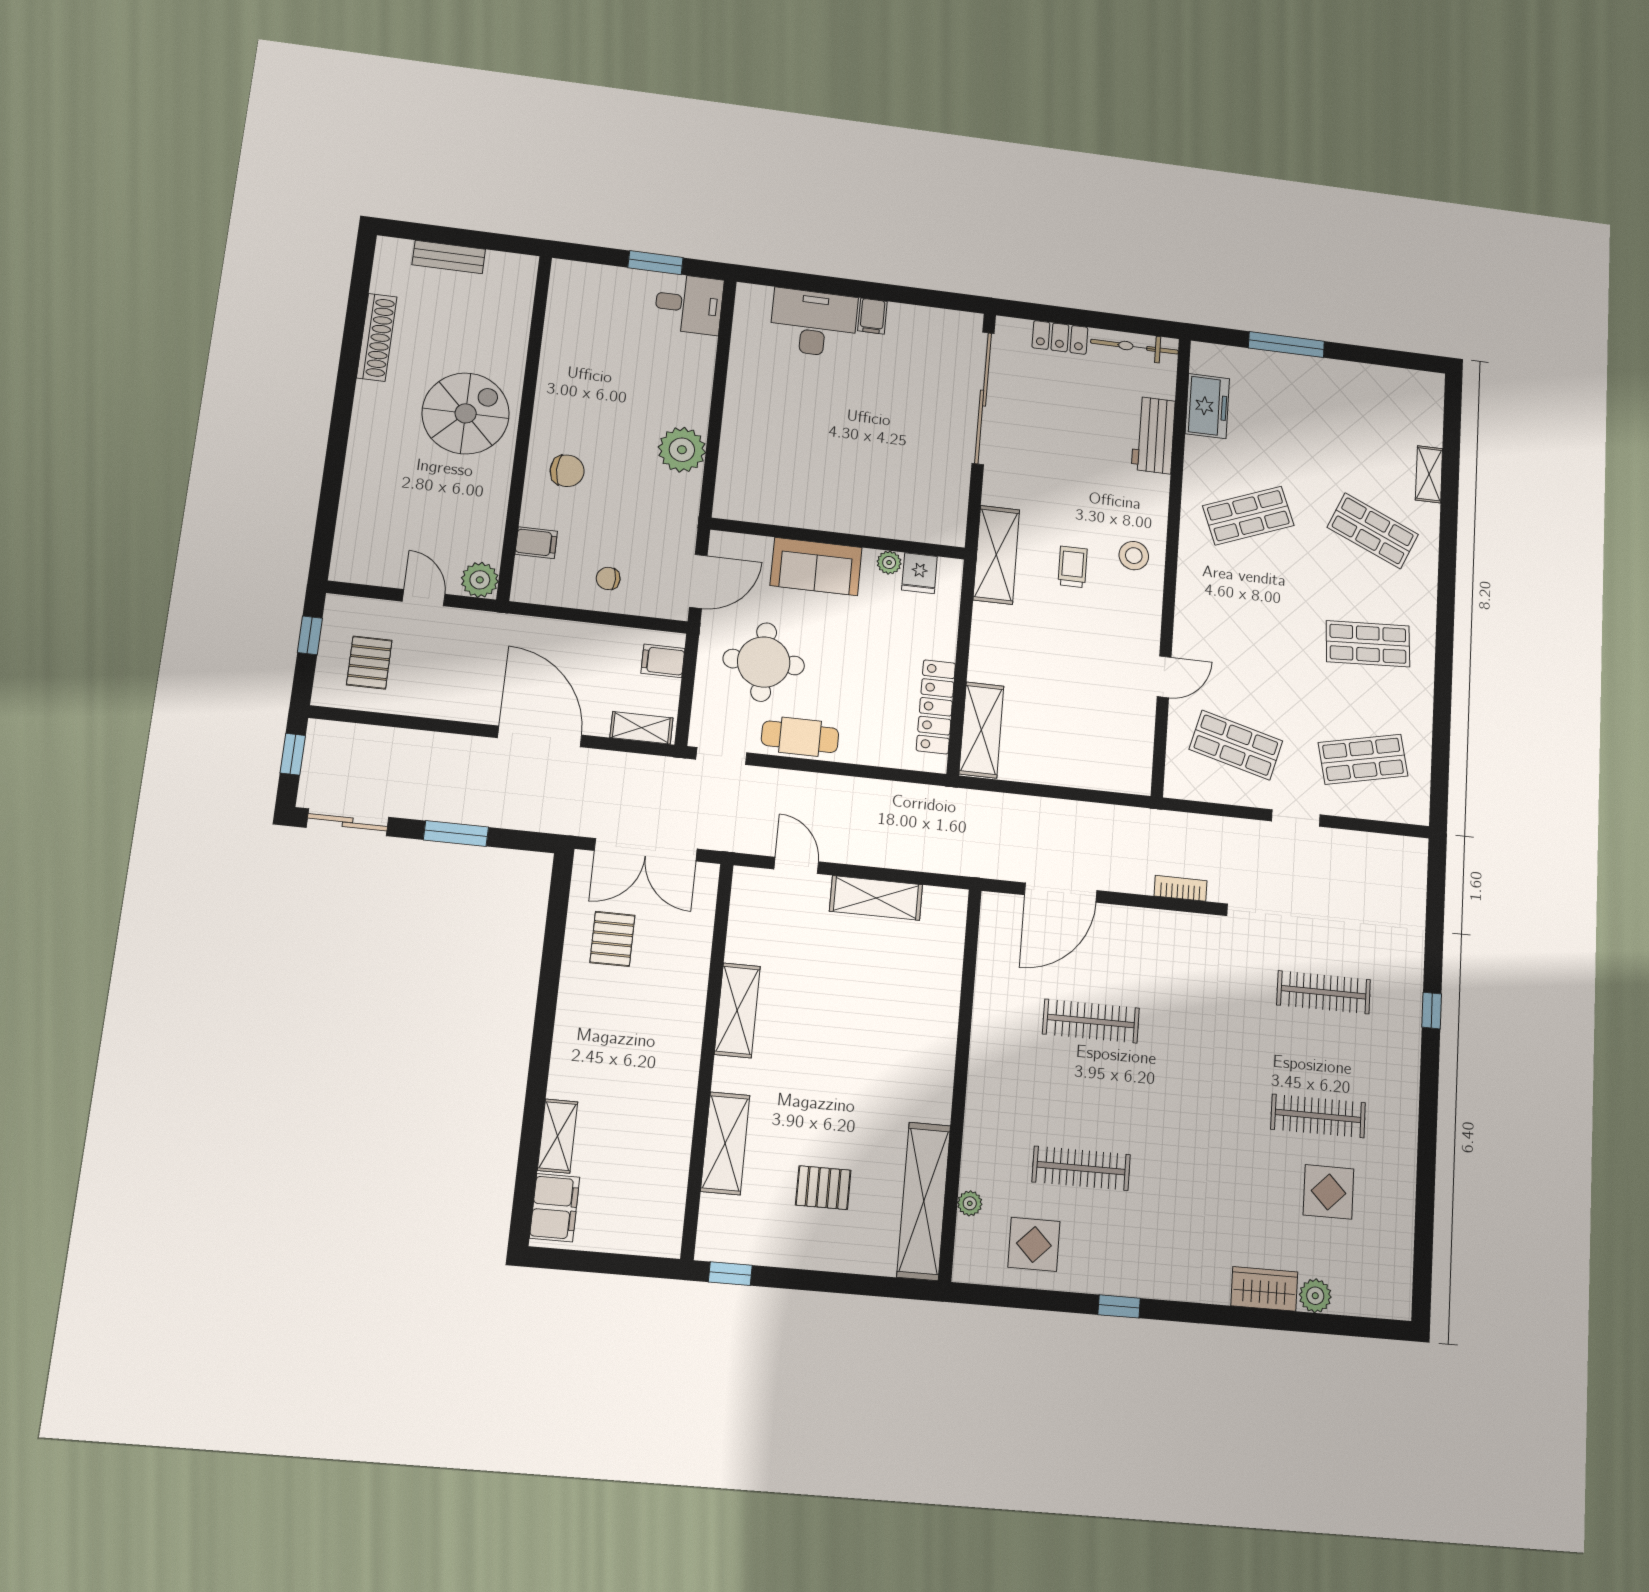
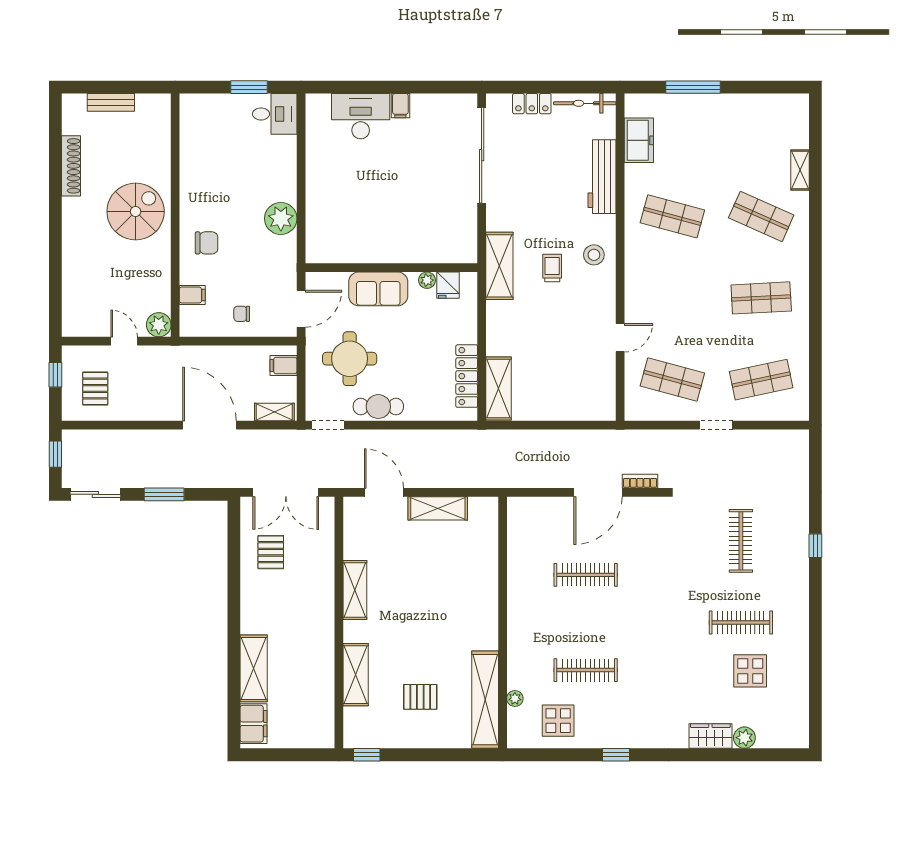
workbench: (1153, 435) -> (602, 177), width x1.37
shop shelf: (1248, 516) -> (672, 216), turned 36
door: (796, 865) -> (384, 492), width x1.38
door: (1061, 893) -> (598, 492), moved
clothes rail: (1324, 992) -> (741, 541), turned 90
shelving: (557, 1136) -> (254, 668), width x1.50, depth x1.33

